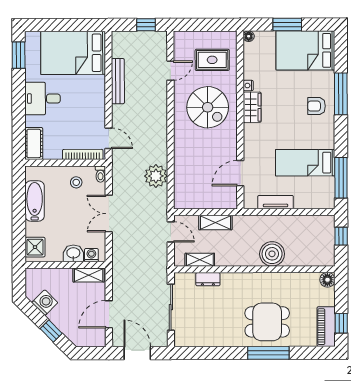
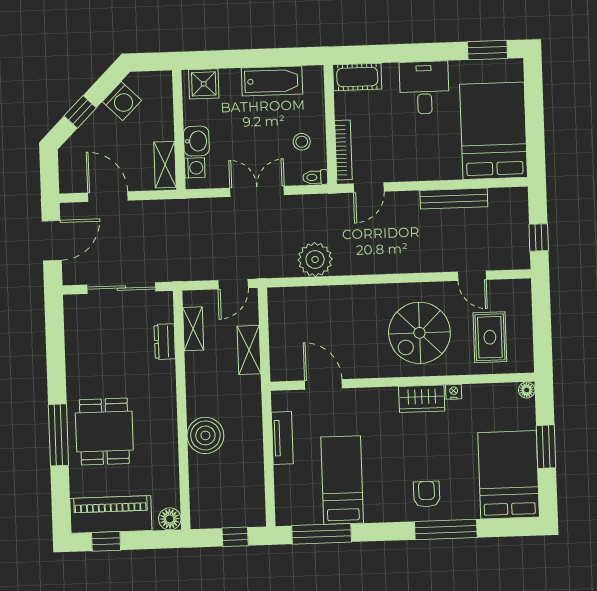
piano: (326, 327) -> (111, 514), width x1.37, depth x1.33

